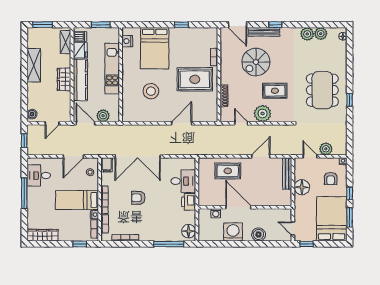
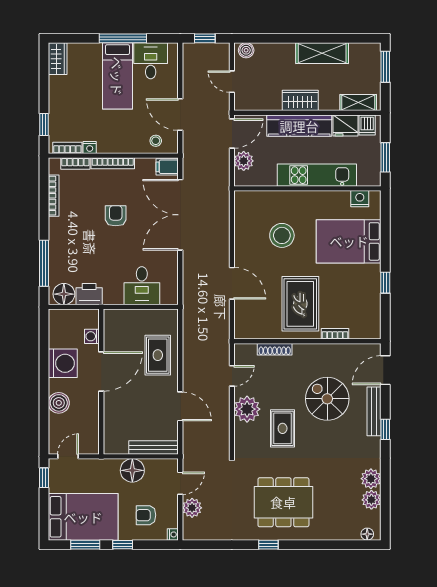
bed: (77, 200) -> (117, 76), moved, turned 180
printer: (189, 202) -> (89, 294), moved
wardrobe: (42, 235) -> (58, 59), width x0.67

